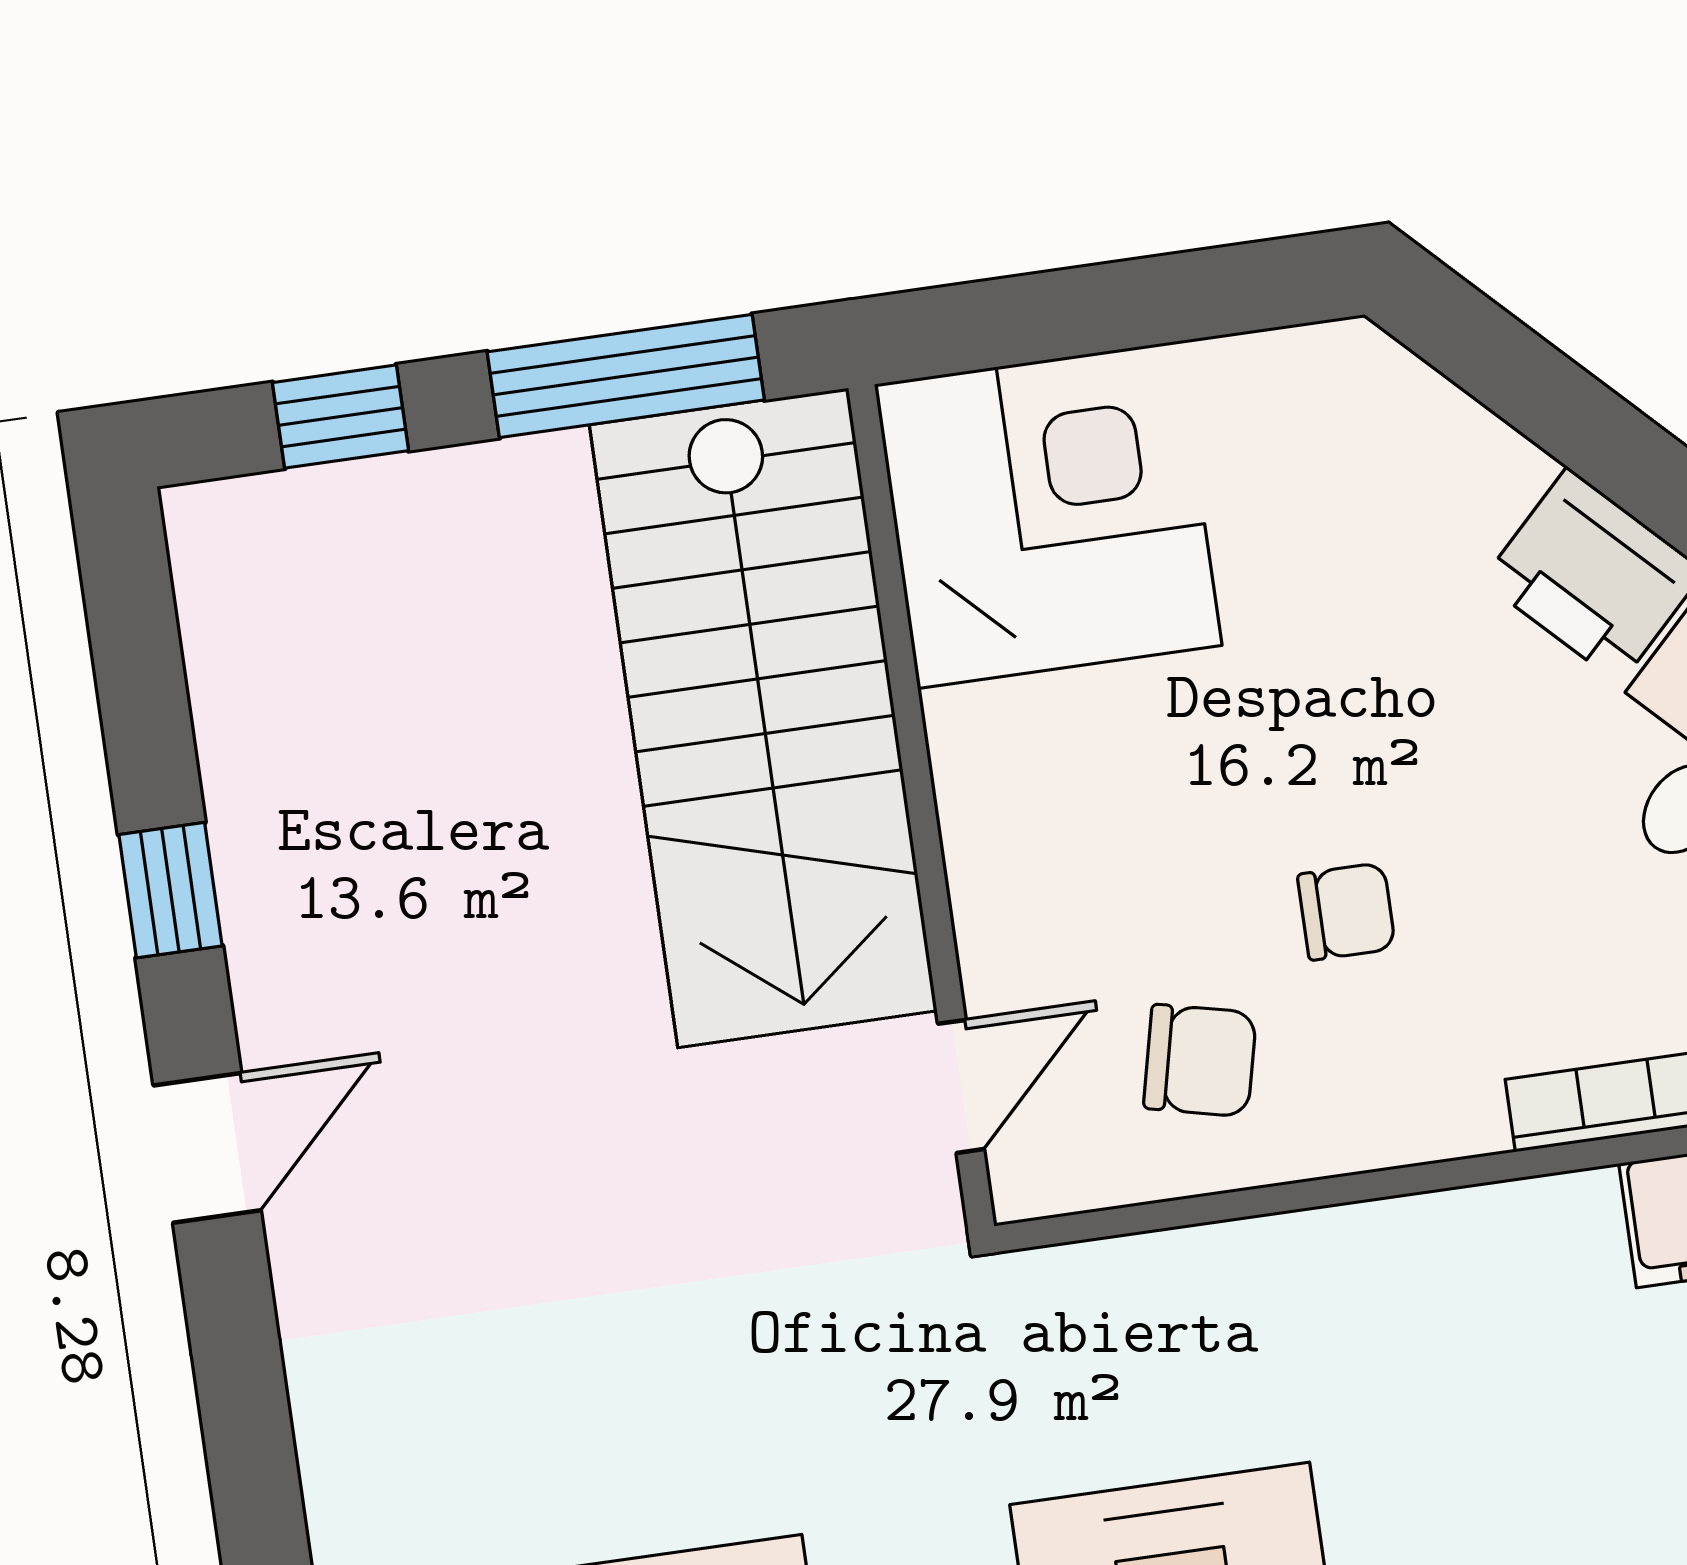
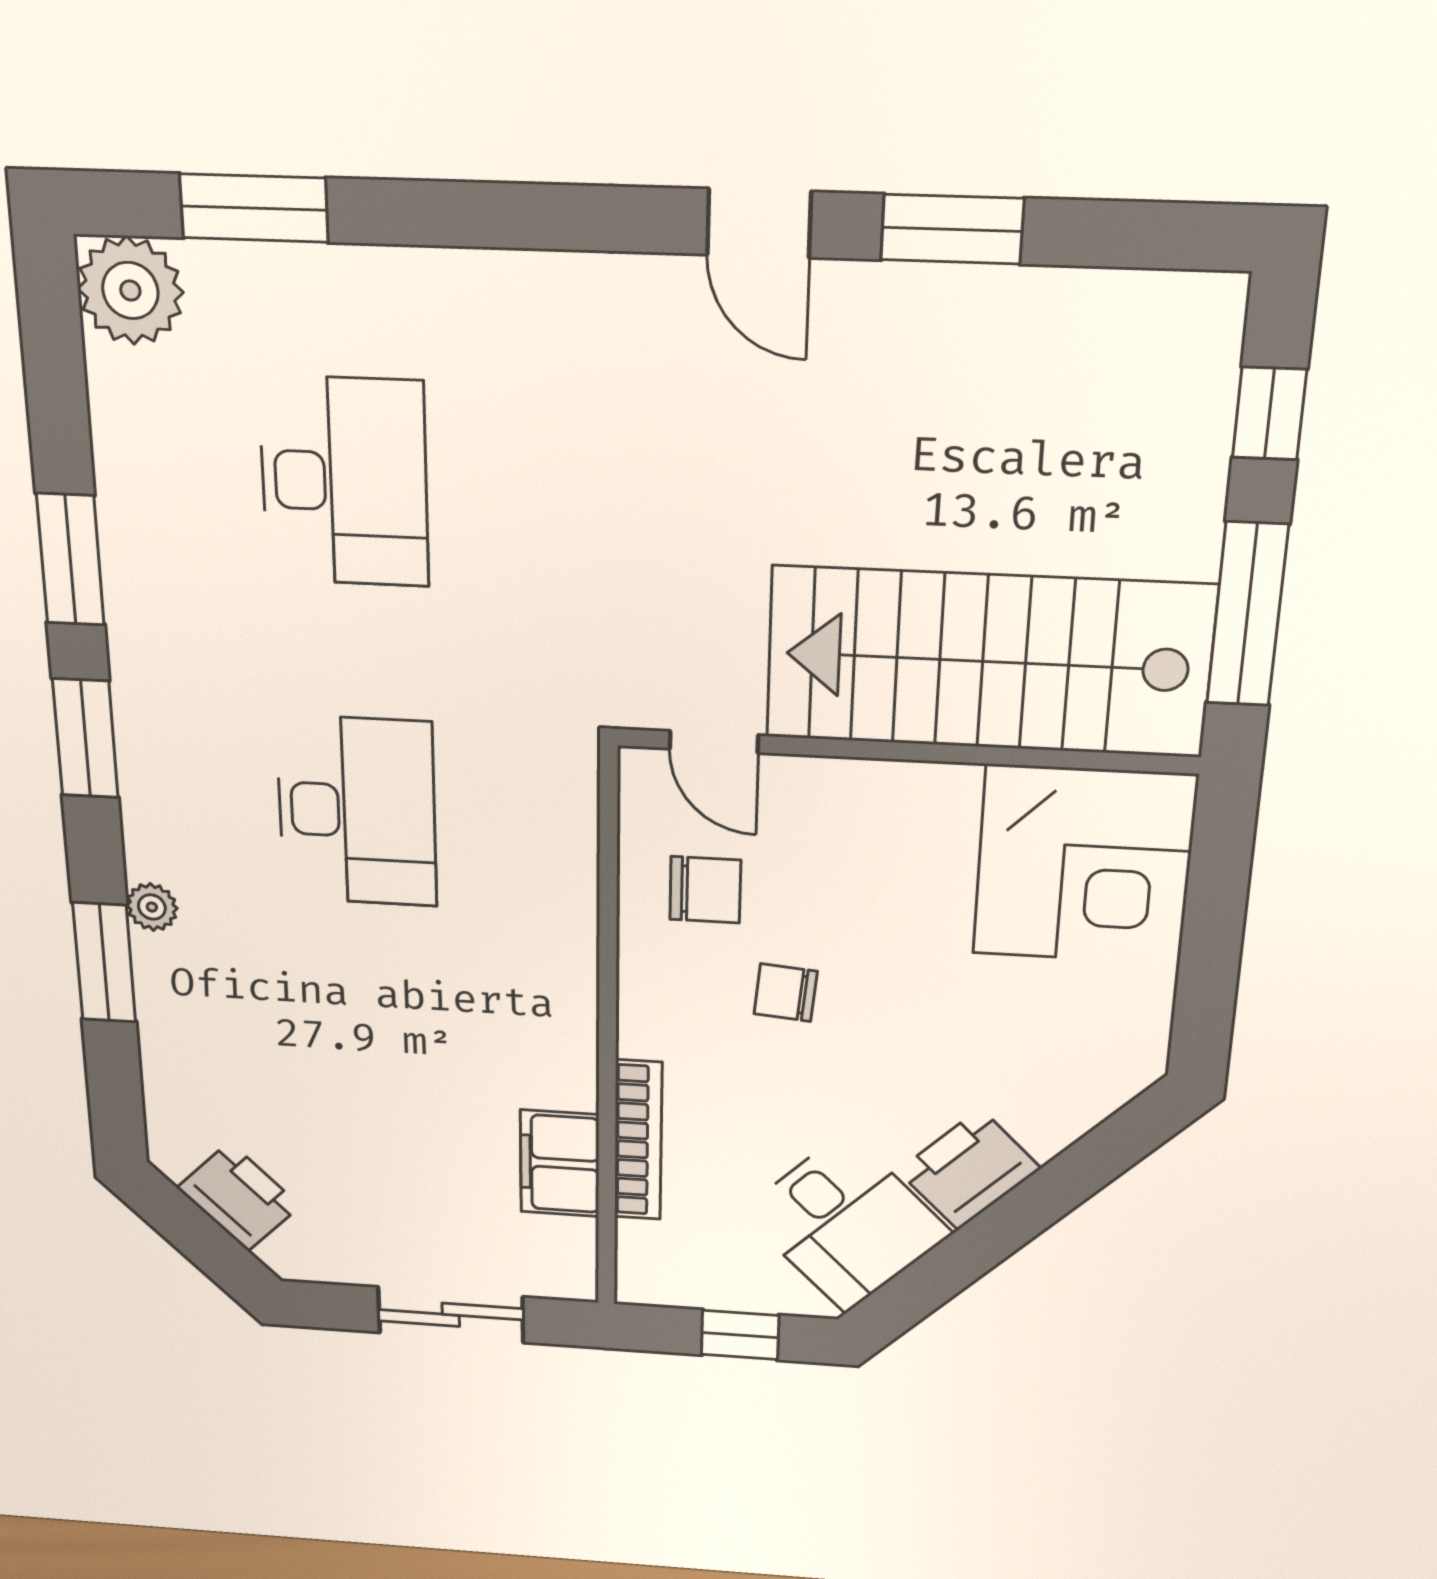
window: (170, 890) -> (952, 229), width x1.50
chair: (1346, 912) -> (786, 993), turned 95
chair: (1200, 1061) -> (705, 890), turned -103

